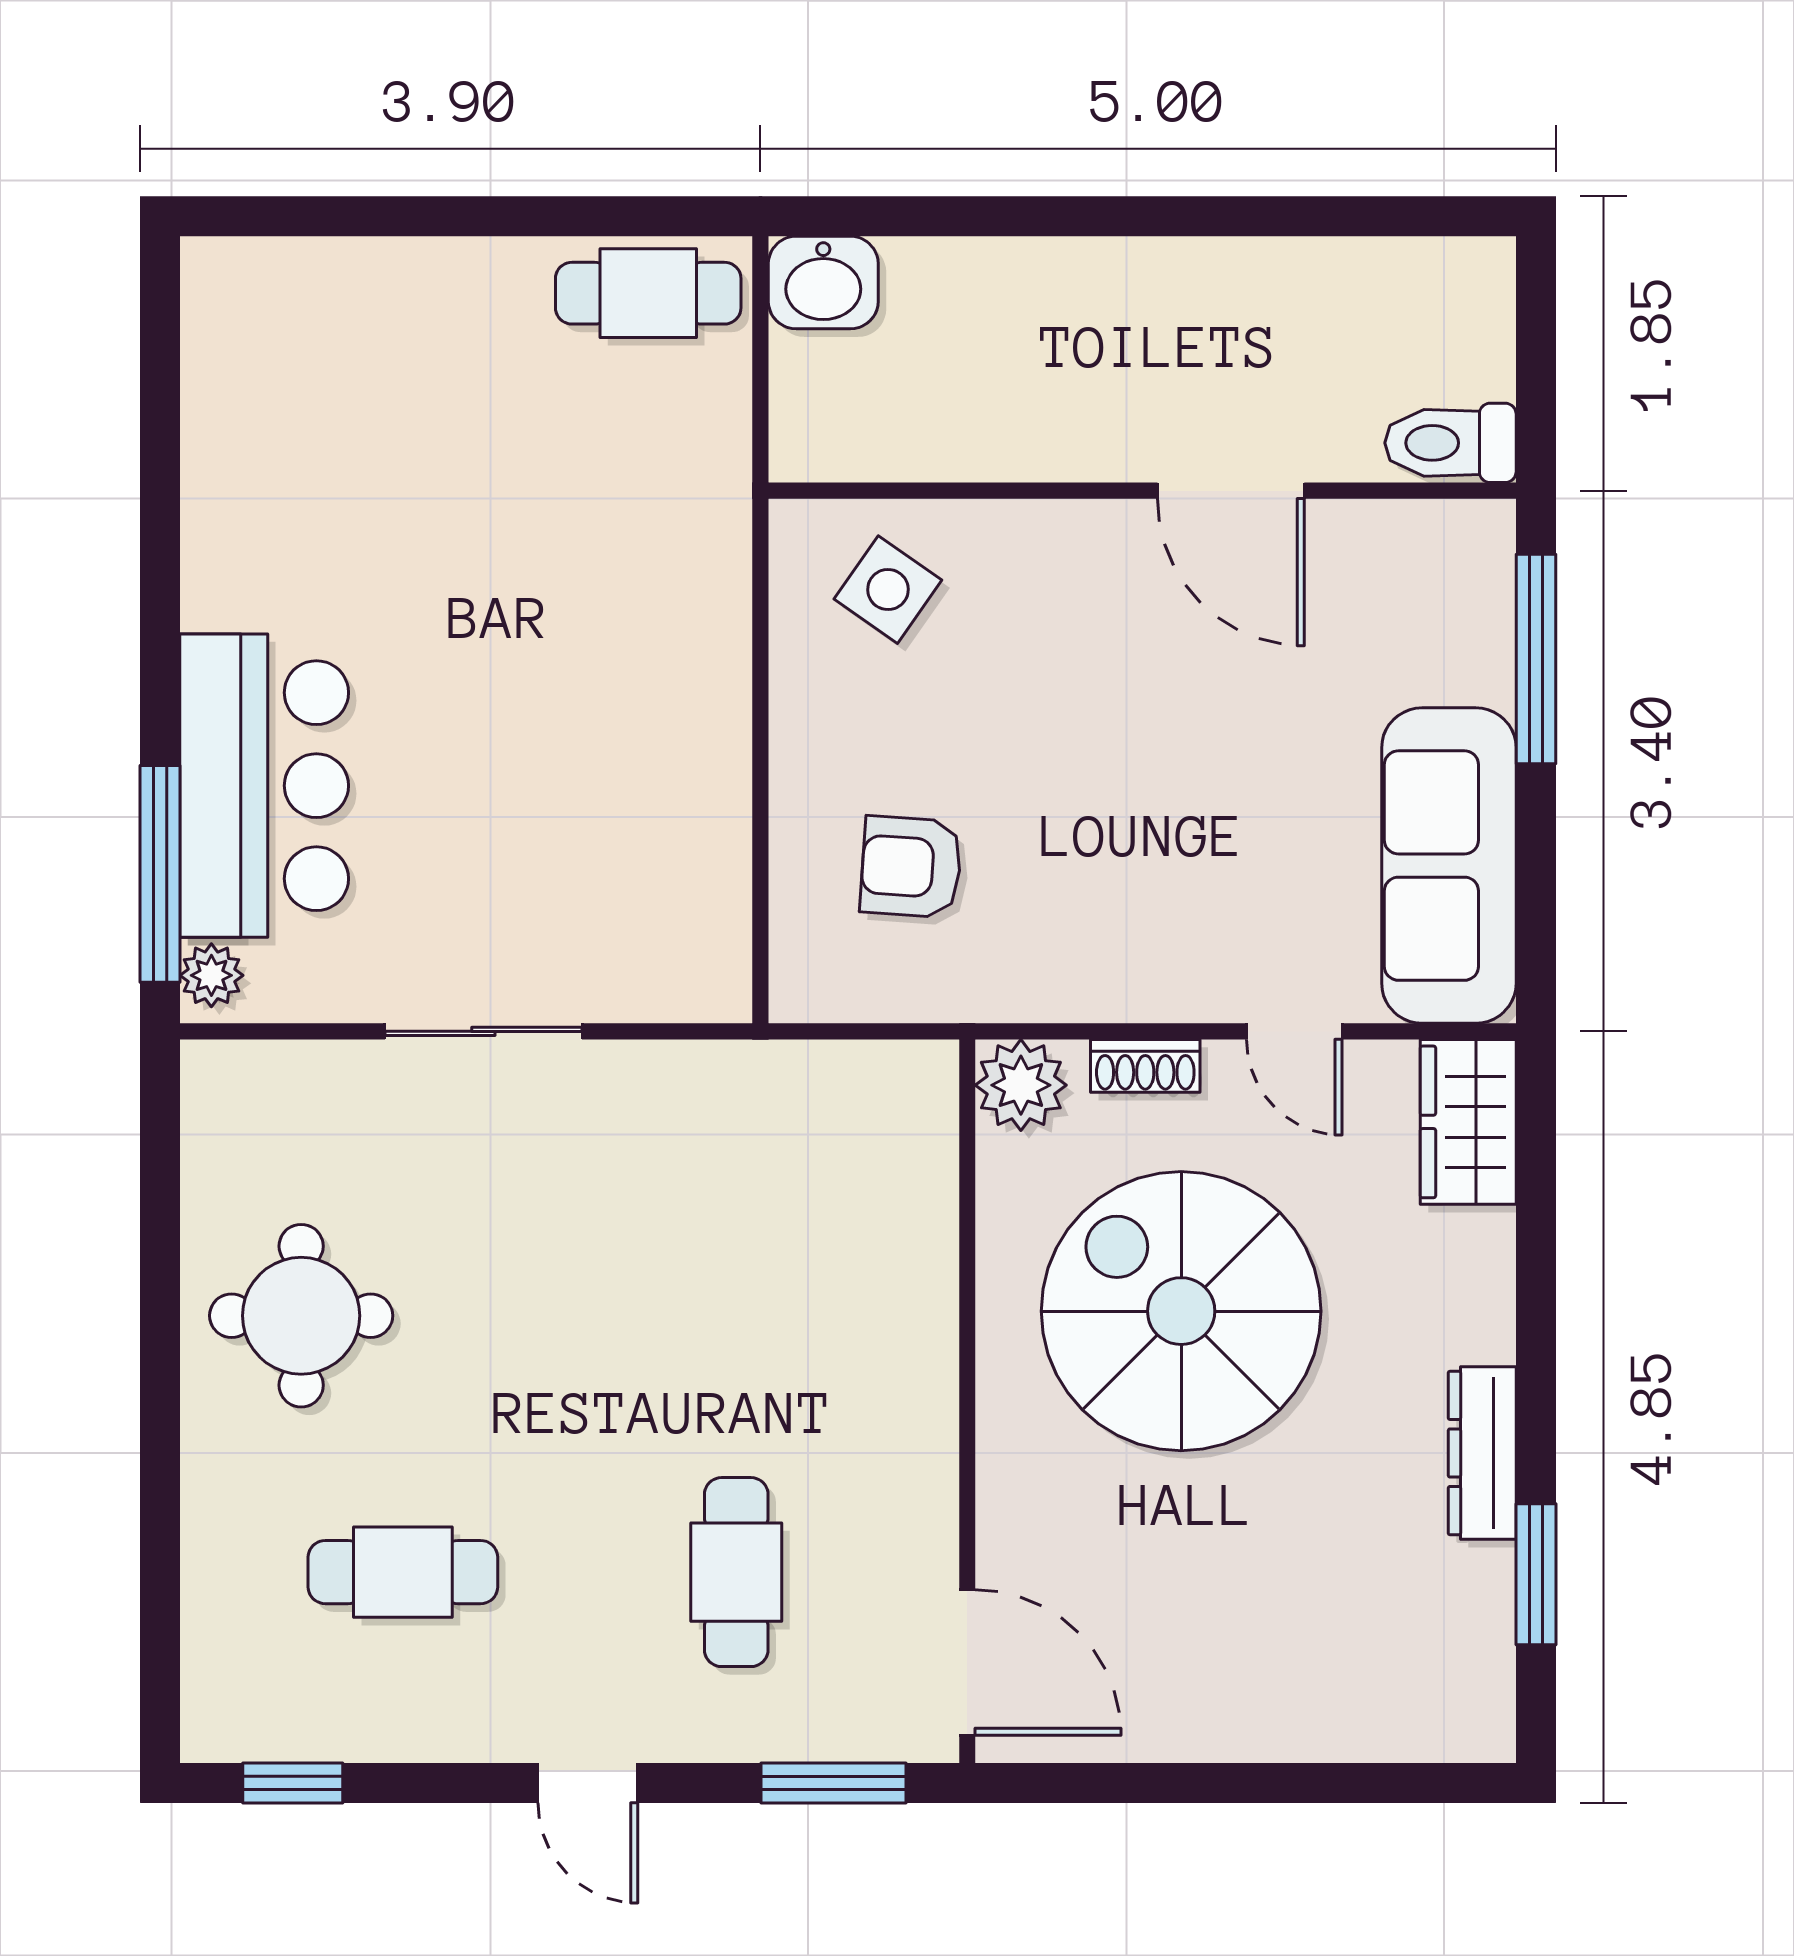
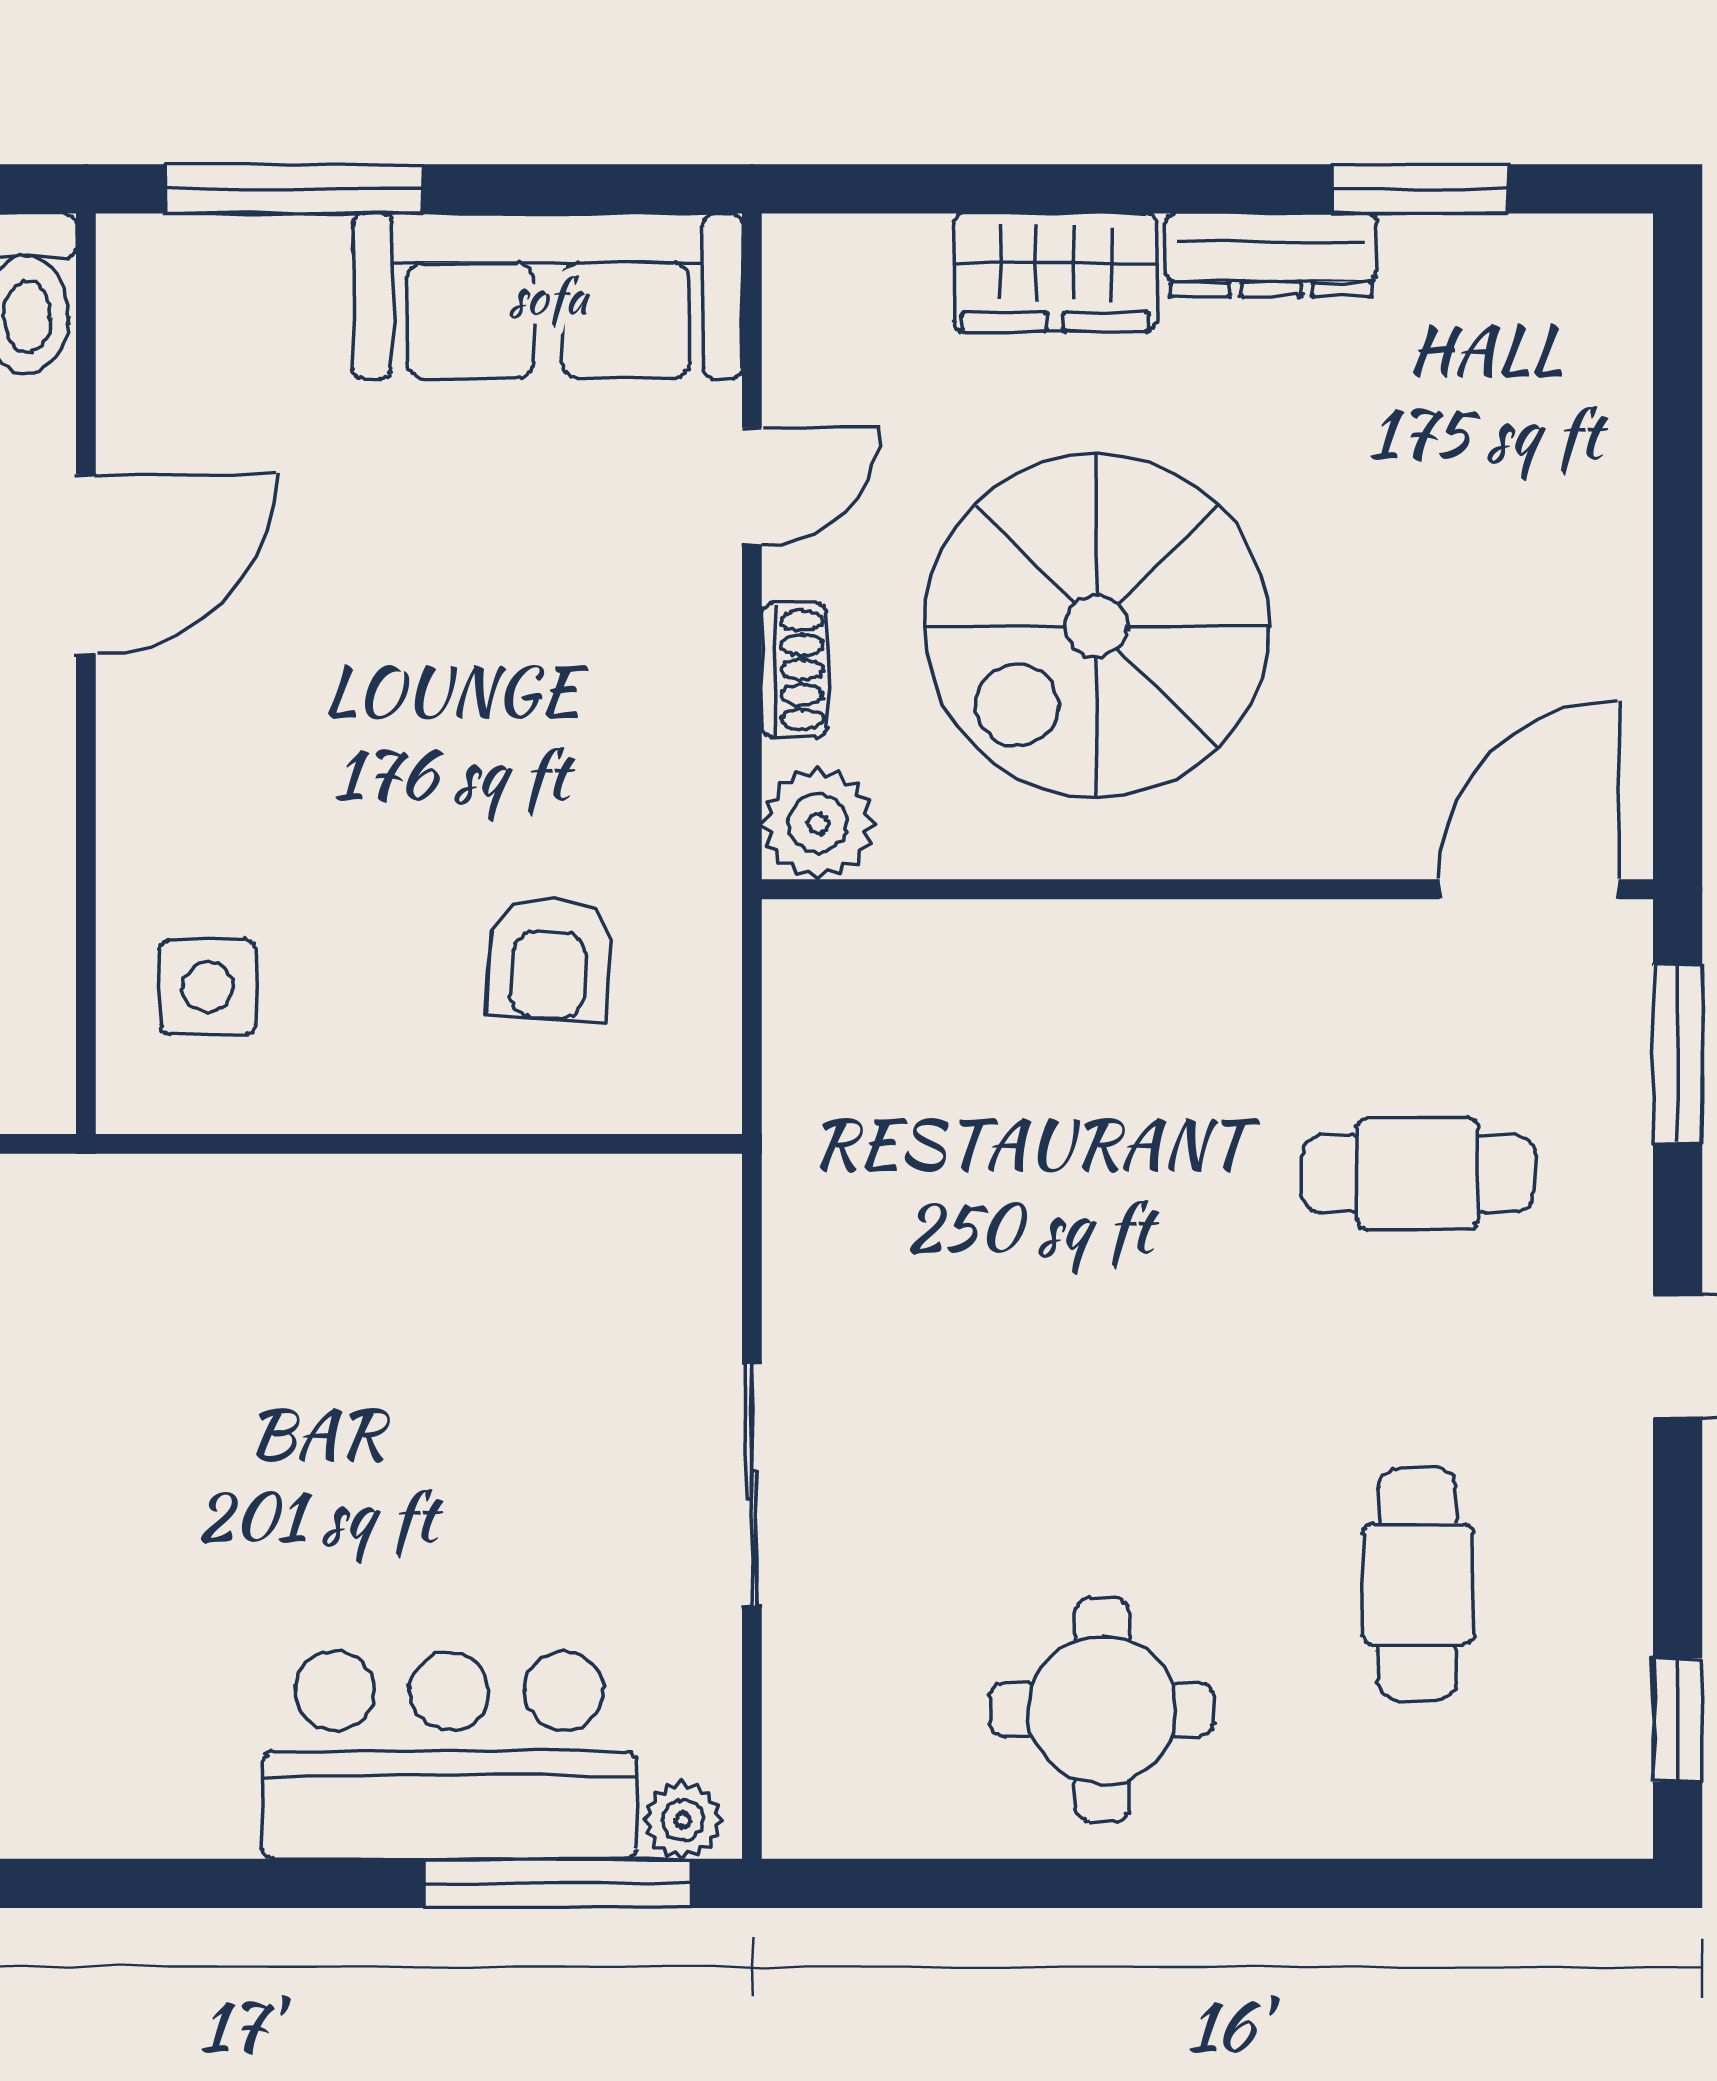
side table: (888, 590) -> (208, 987), turned -35
wardrobe: (1468, 1122) -> (1055, 272), moved

